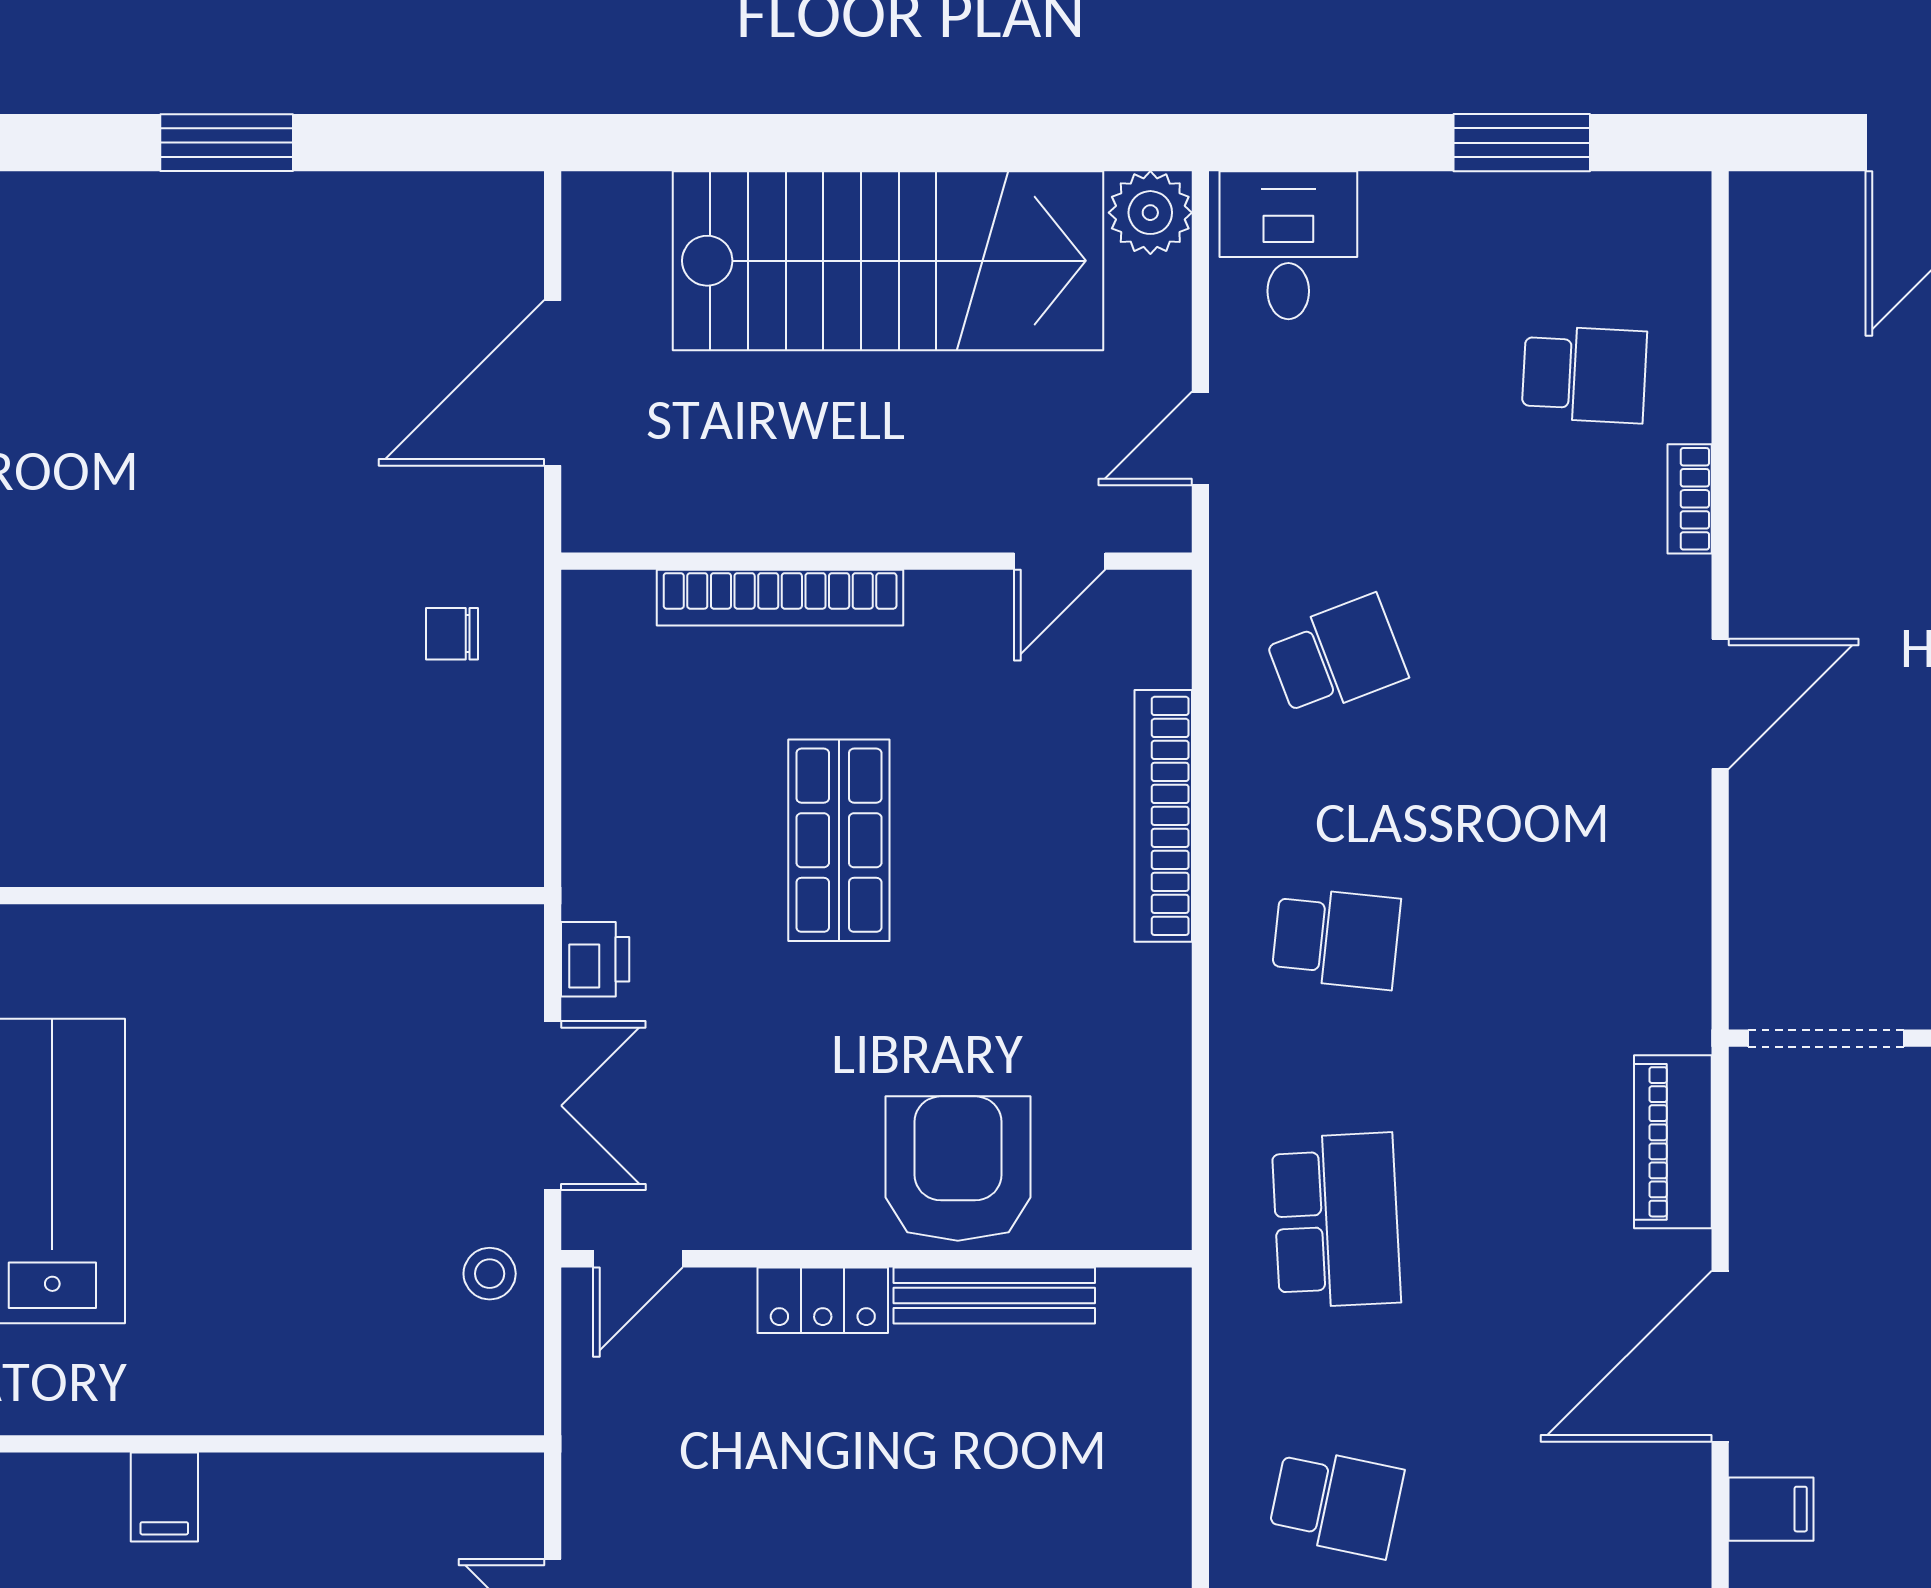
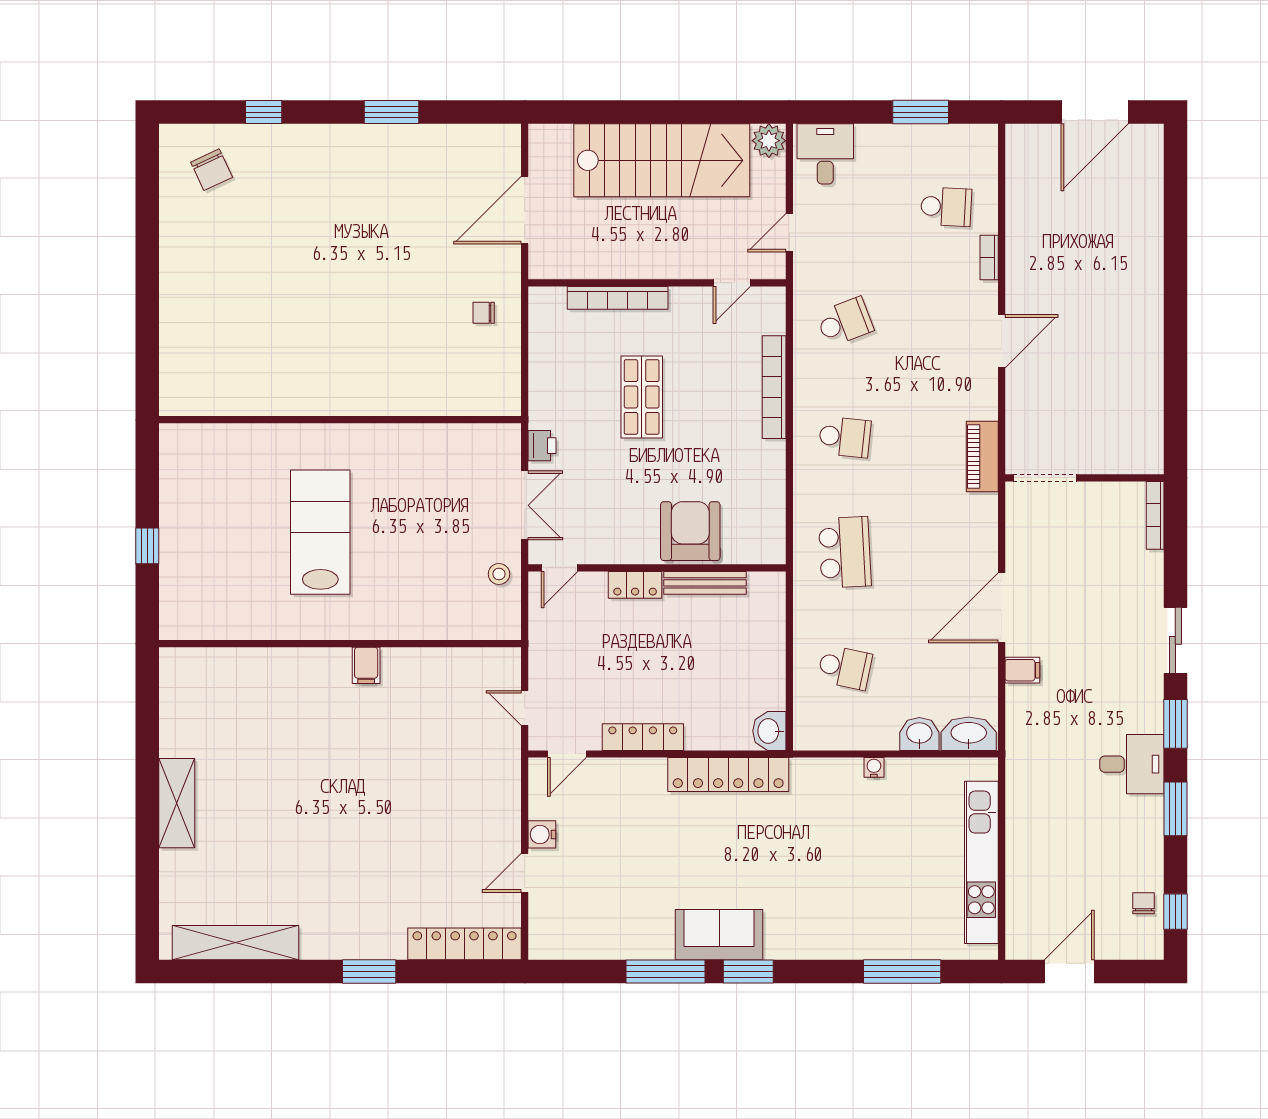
piano: (1673, 1142) -> (982, 456), moved

